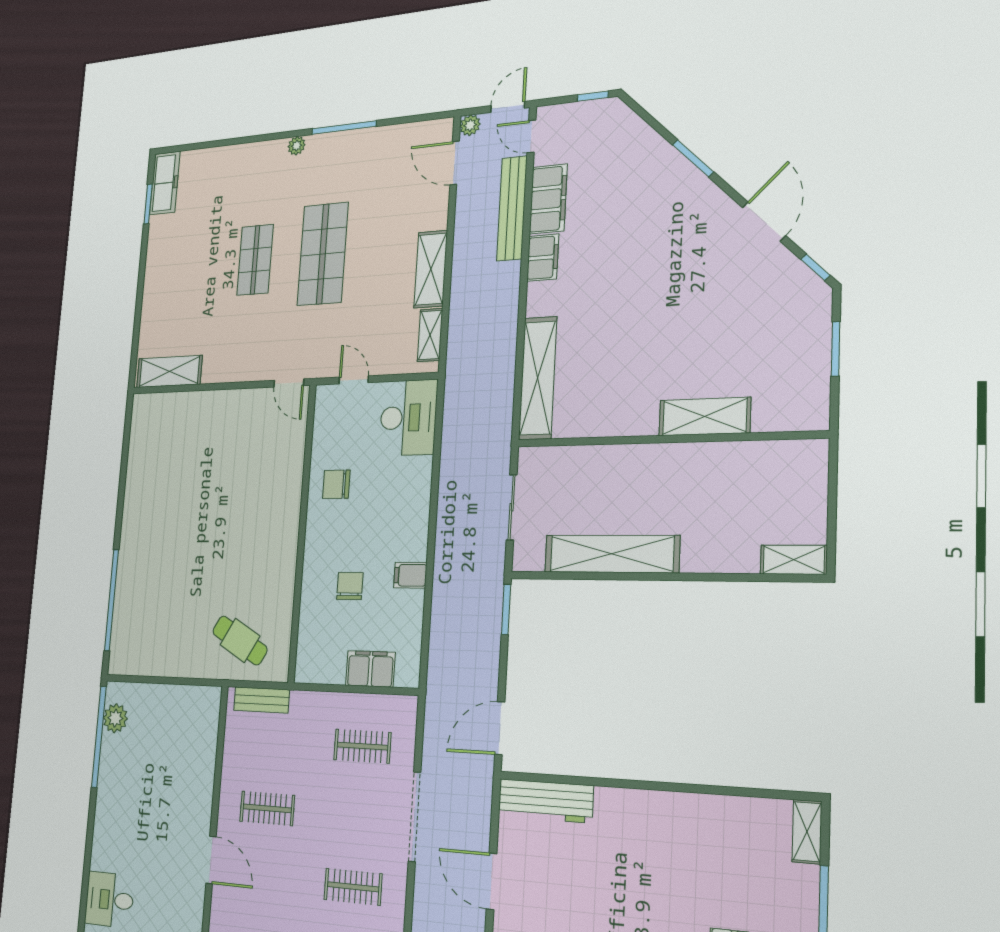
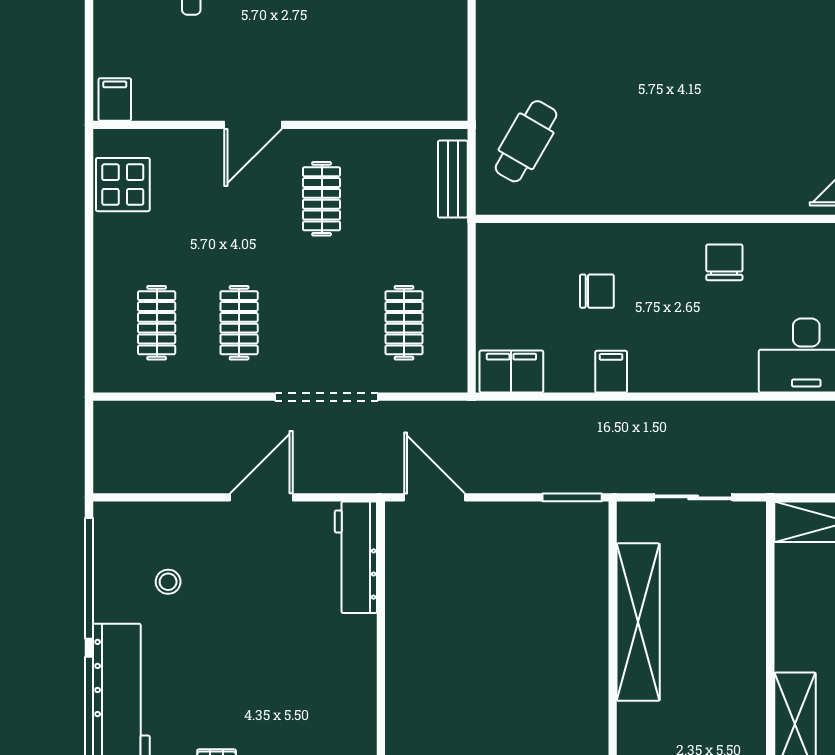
filing cabinet: (370, 669) -> (511, 372), moved, turned -90

